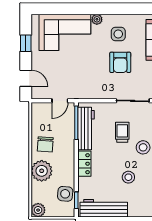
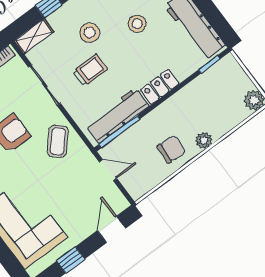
coffee table: (96, 85) -> (58, 141), added
trolley: (122, 132) -> (90, 70), turned 180
plant: (42, 171) -> (204, 140), width x0.53, depth x0.53
side table: (65, 194) -> (212, 83), removed

